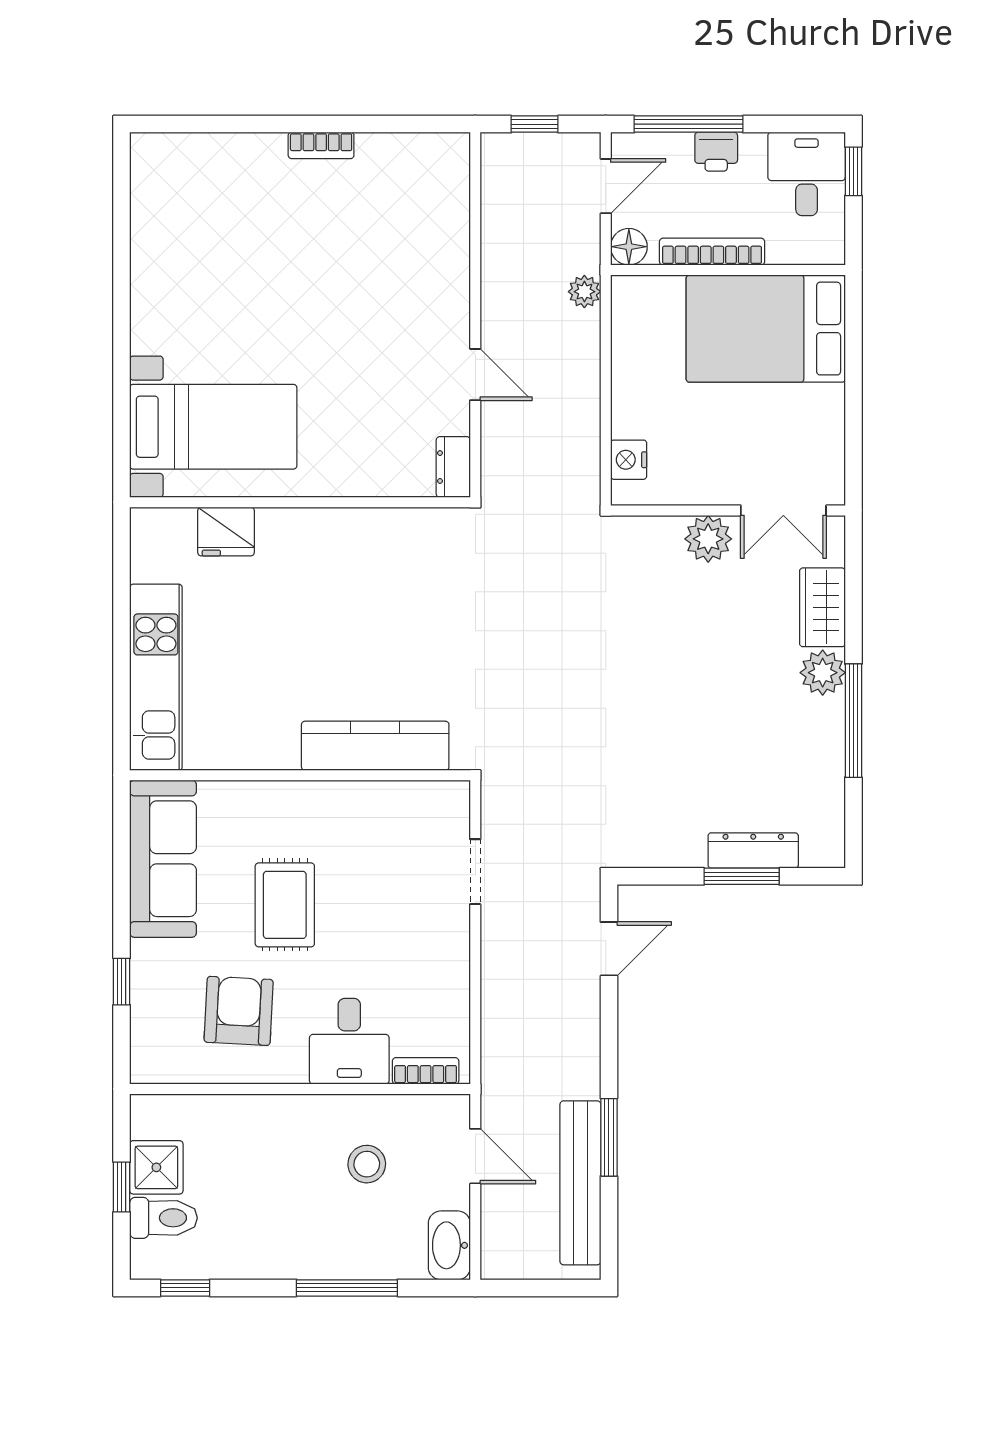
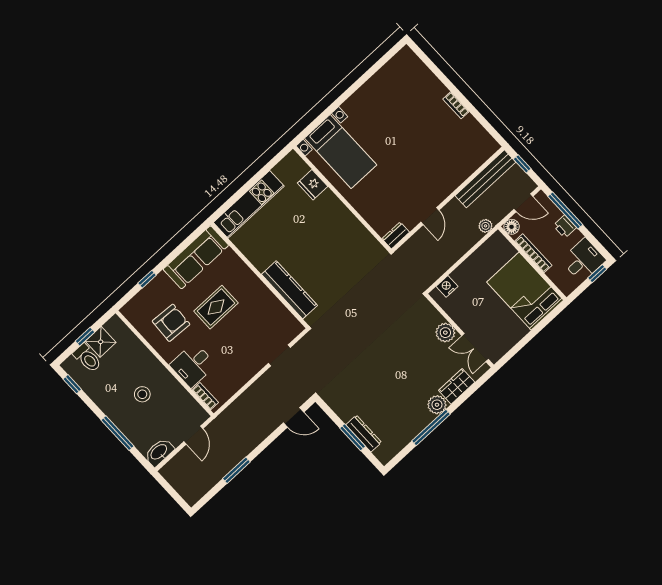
stool: (367, 1164) -> (142, 394), moved
bench: (580, 1183) -> (485, 179), moved

